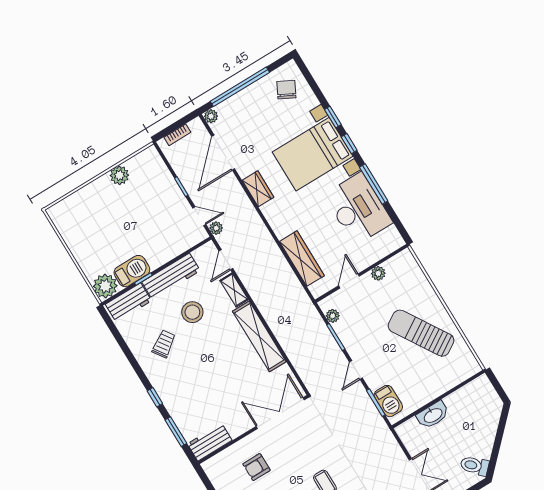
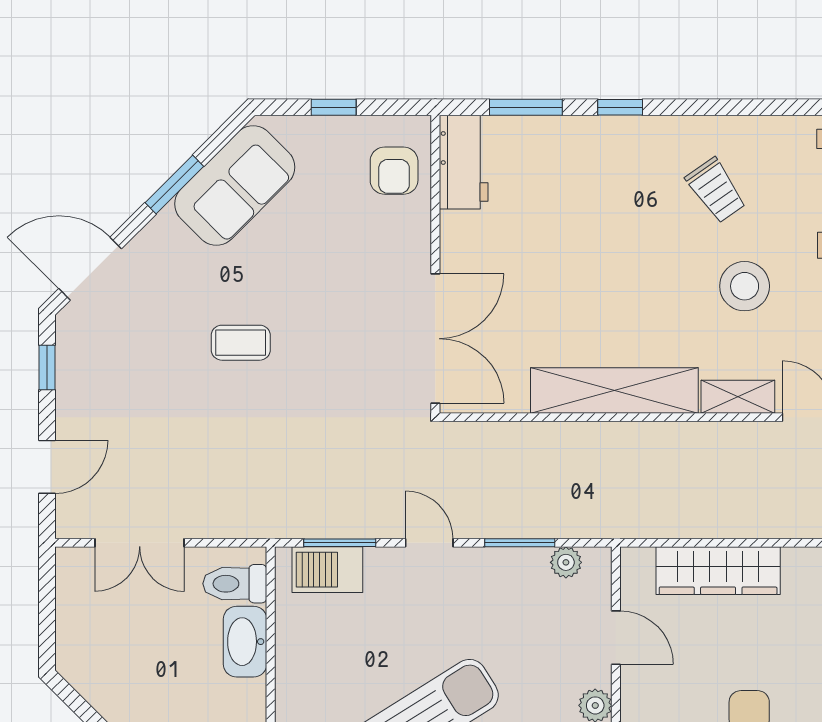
toilet: (475, 466) -> (235, 584), moved, turned -135
armchair: (257, 467) -> (394, 171), moved, turned 180

